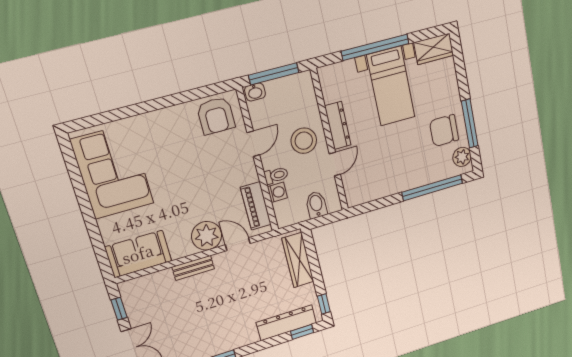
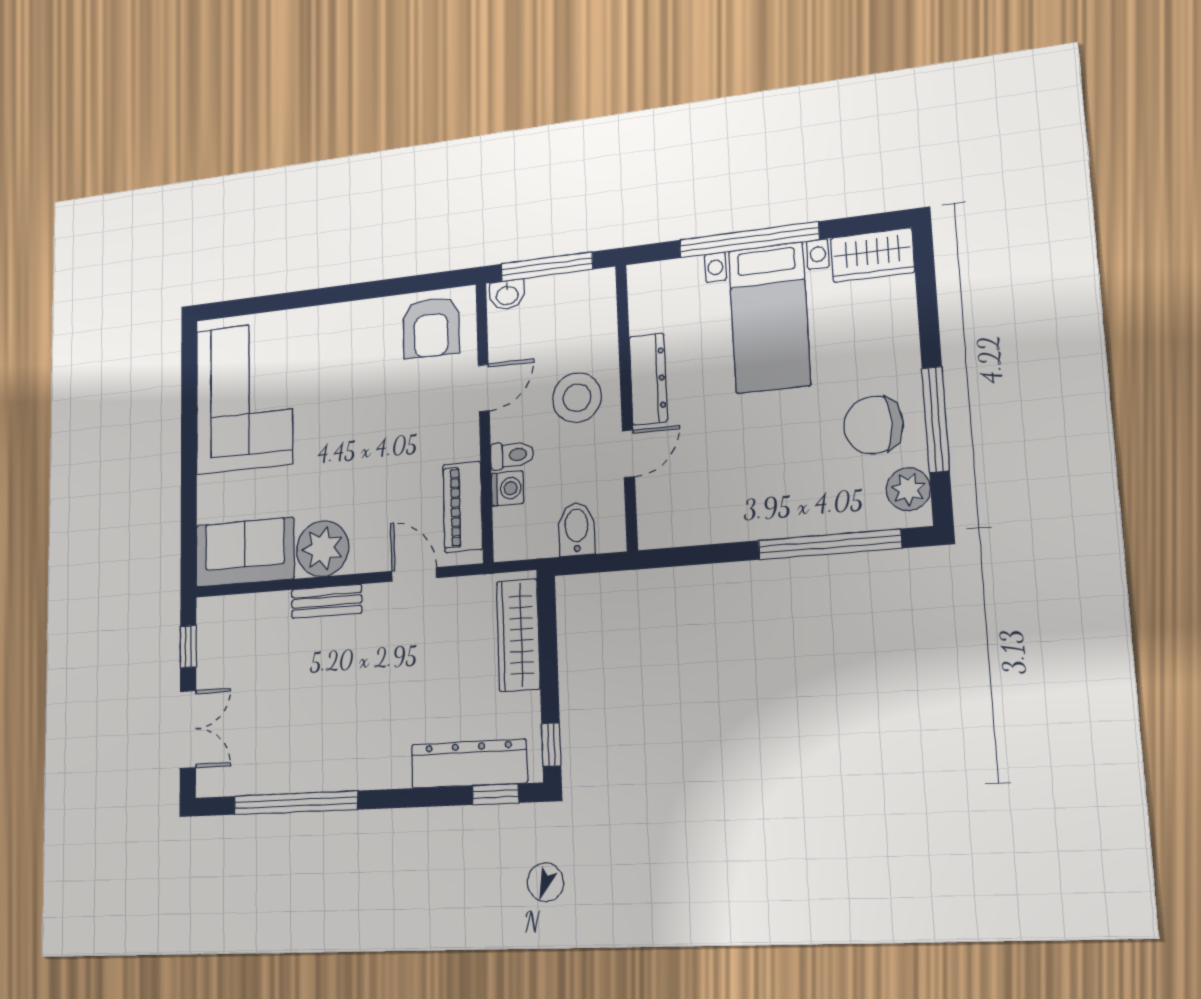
plant: (207, 236) -> (323, 549), moved

